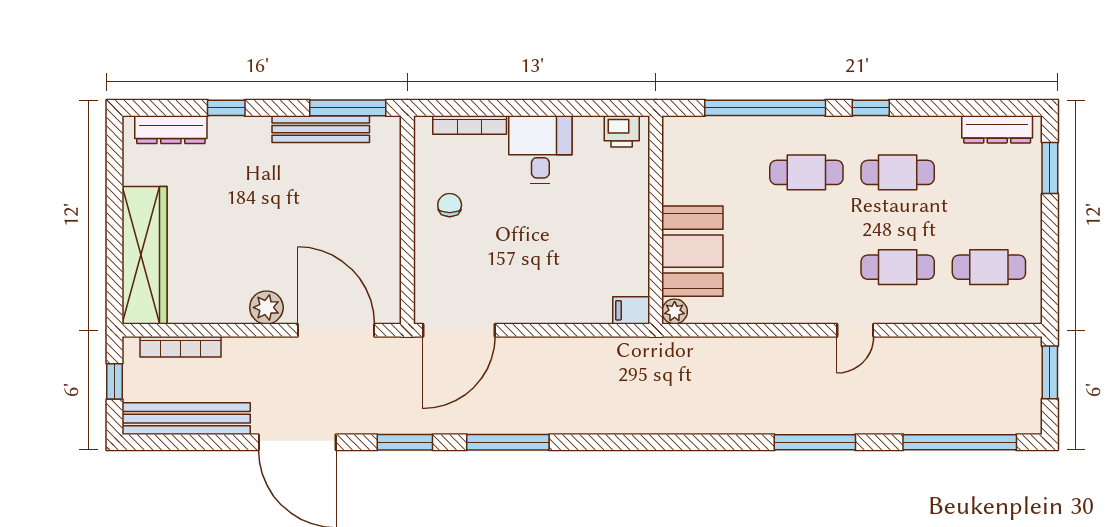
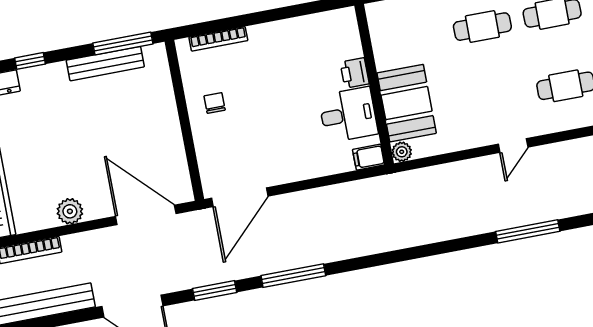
printer: (622, 131) -> (355, 73), moved, turned 90
desk: (540, 149) -> (348, 115), moved, turned 90
plant: (266, 307) -> (70, 211), moved
door: (855, 330) -> (513, 146), moved

